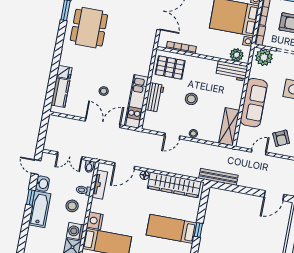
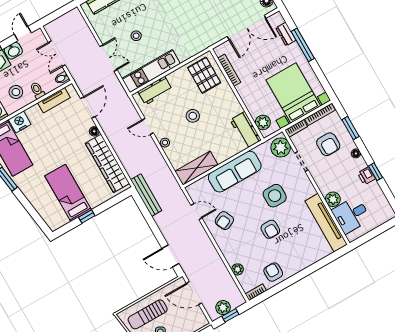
workbench: (154, 97) -> (155, 91), moved
double door: (103, 123) -> (108, 58), width x0.73
door: (125, 166) -> (88, 108), swing flipped

